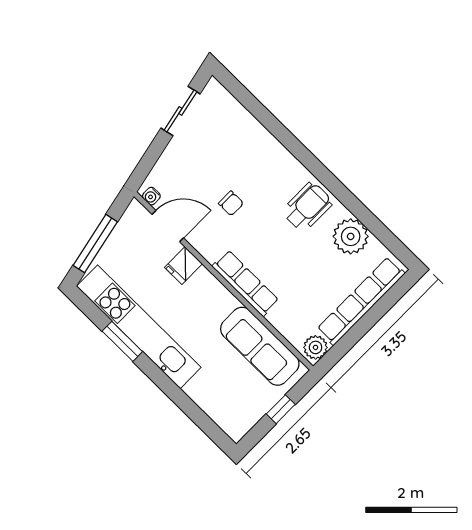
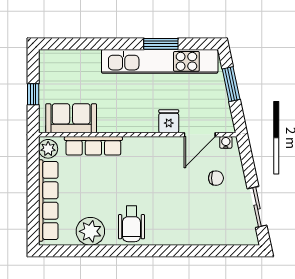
chair: (231, 203) -> (216, 178), moved, turned 180
window: (95, 244) -> (231, 84), width x0.69
row of seats: (245, 283) -> (93, 146), moved
sofa: (260, 346) -> (71, 118), width x0.73

